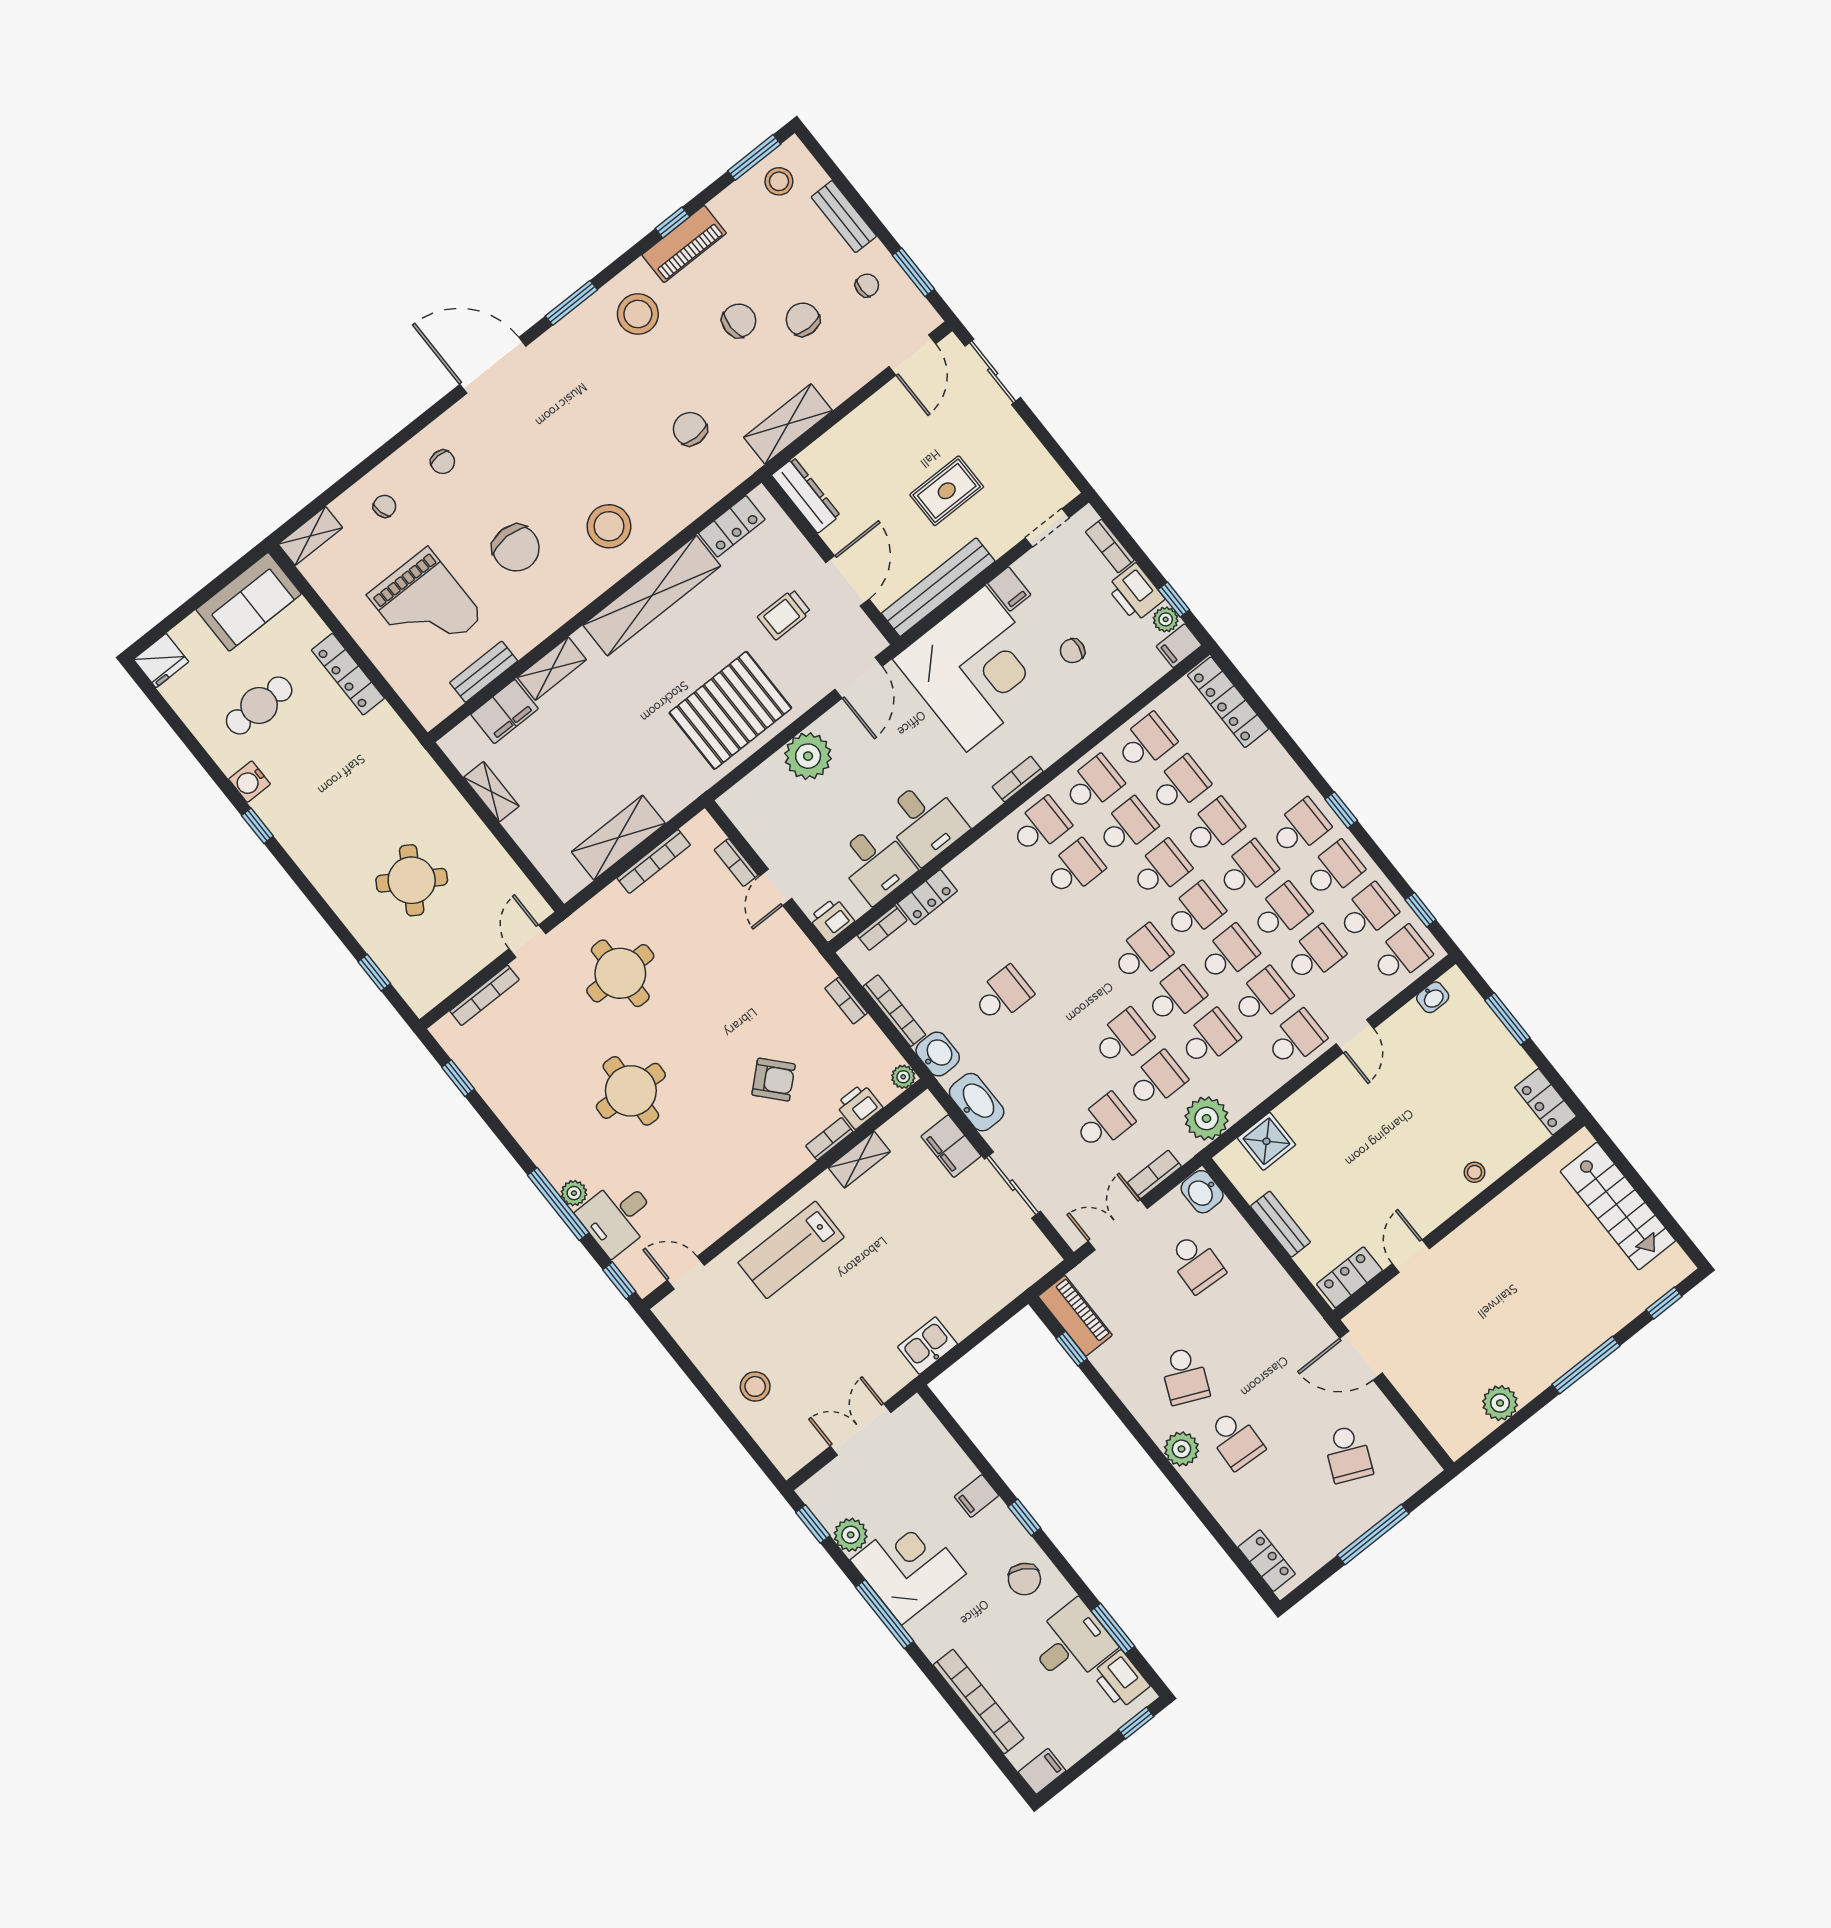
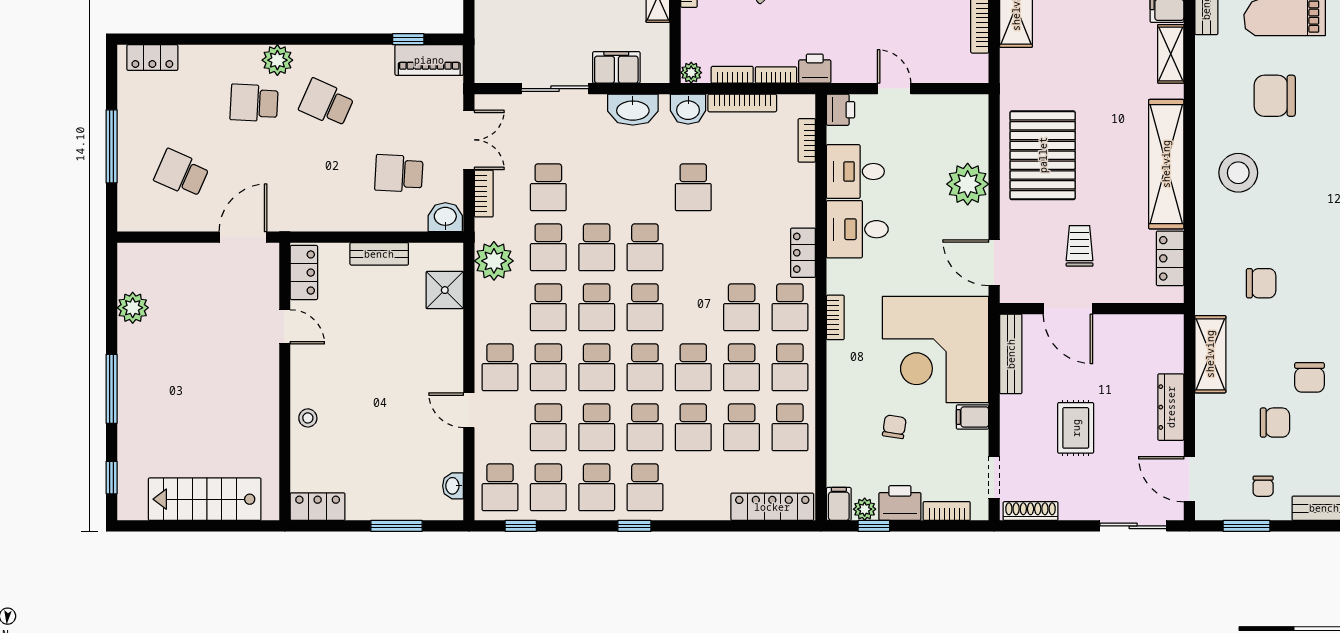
shoe rack: (1051, 472) -> (1031, 511), added
dresser: (806, 495) -> (1171, 407), moved, turned 90
bench: (938, 587) -> (1011, 354), width x0.73, depth x0.82
bookcase: (736, 862) -> (732, 75), moved
locker: (927, 897) -> (803, 253), moved
school desk: (1089, 995) -> (645, 247), added
printer: (859, 1106) -> (815, 69), moved, turned -90

